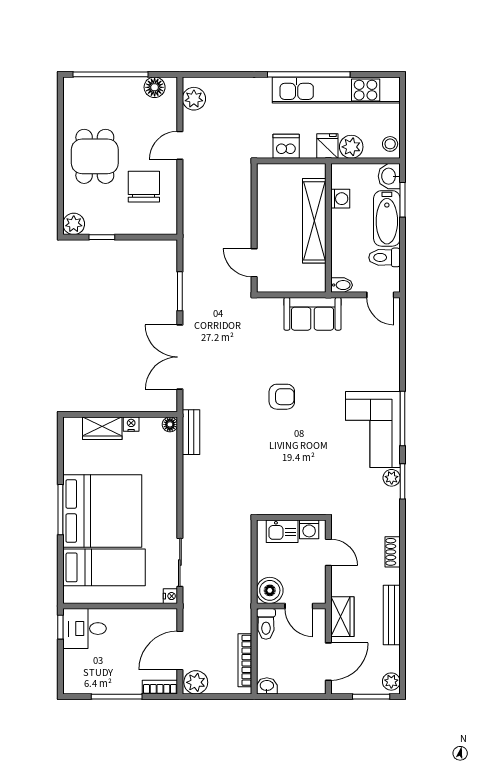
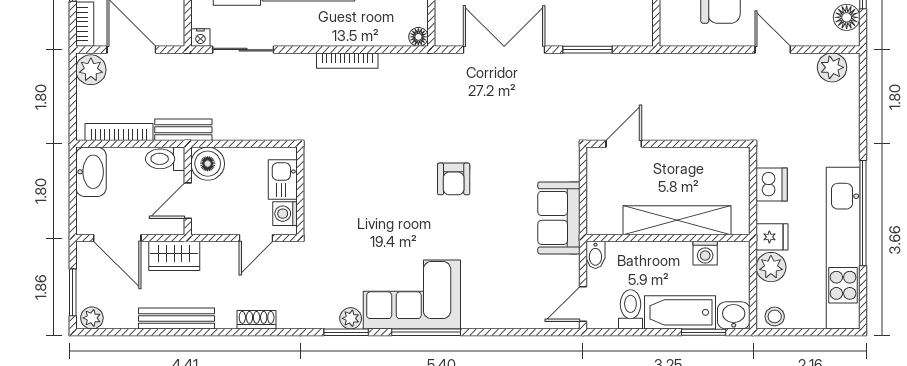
bench: (191, 432) -> (183, 130), moved
bookcase: (189, 480) -> (347, 61), added
washbasin: (267, 686) -> (91, 172), width x1.91, depth x1.45

